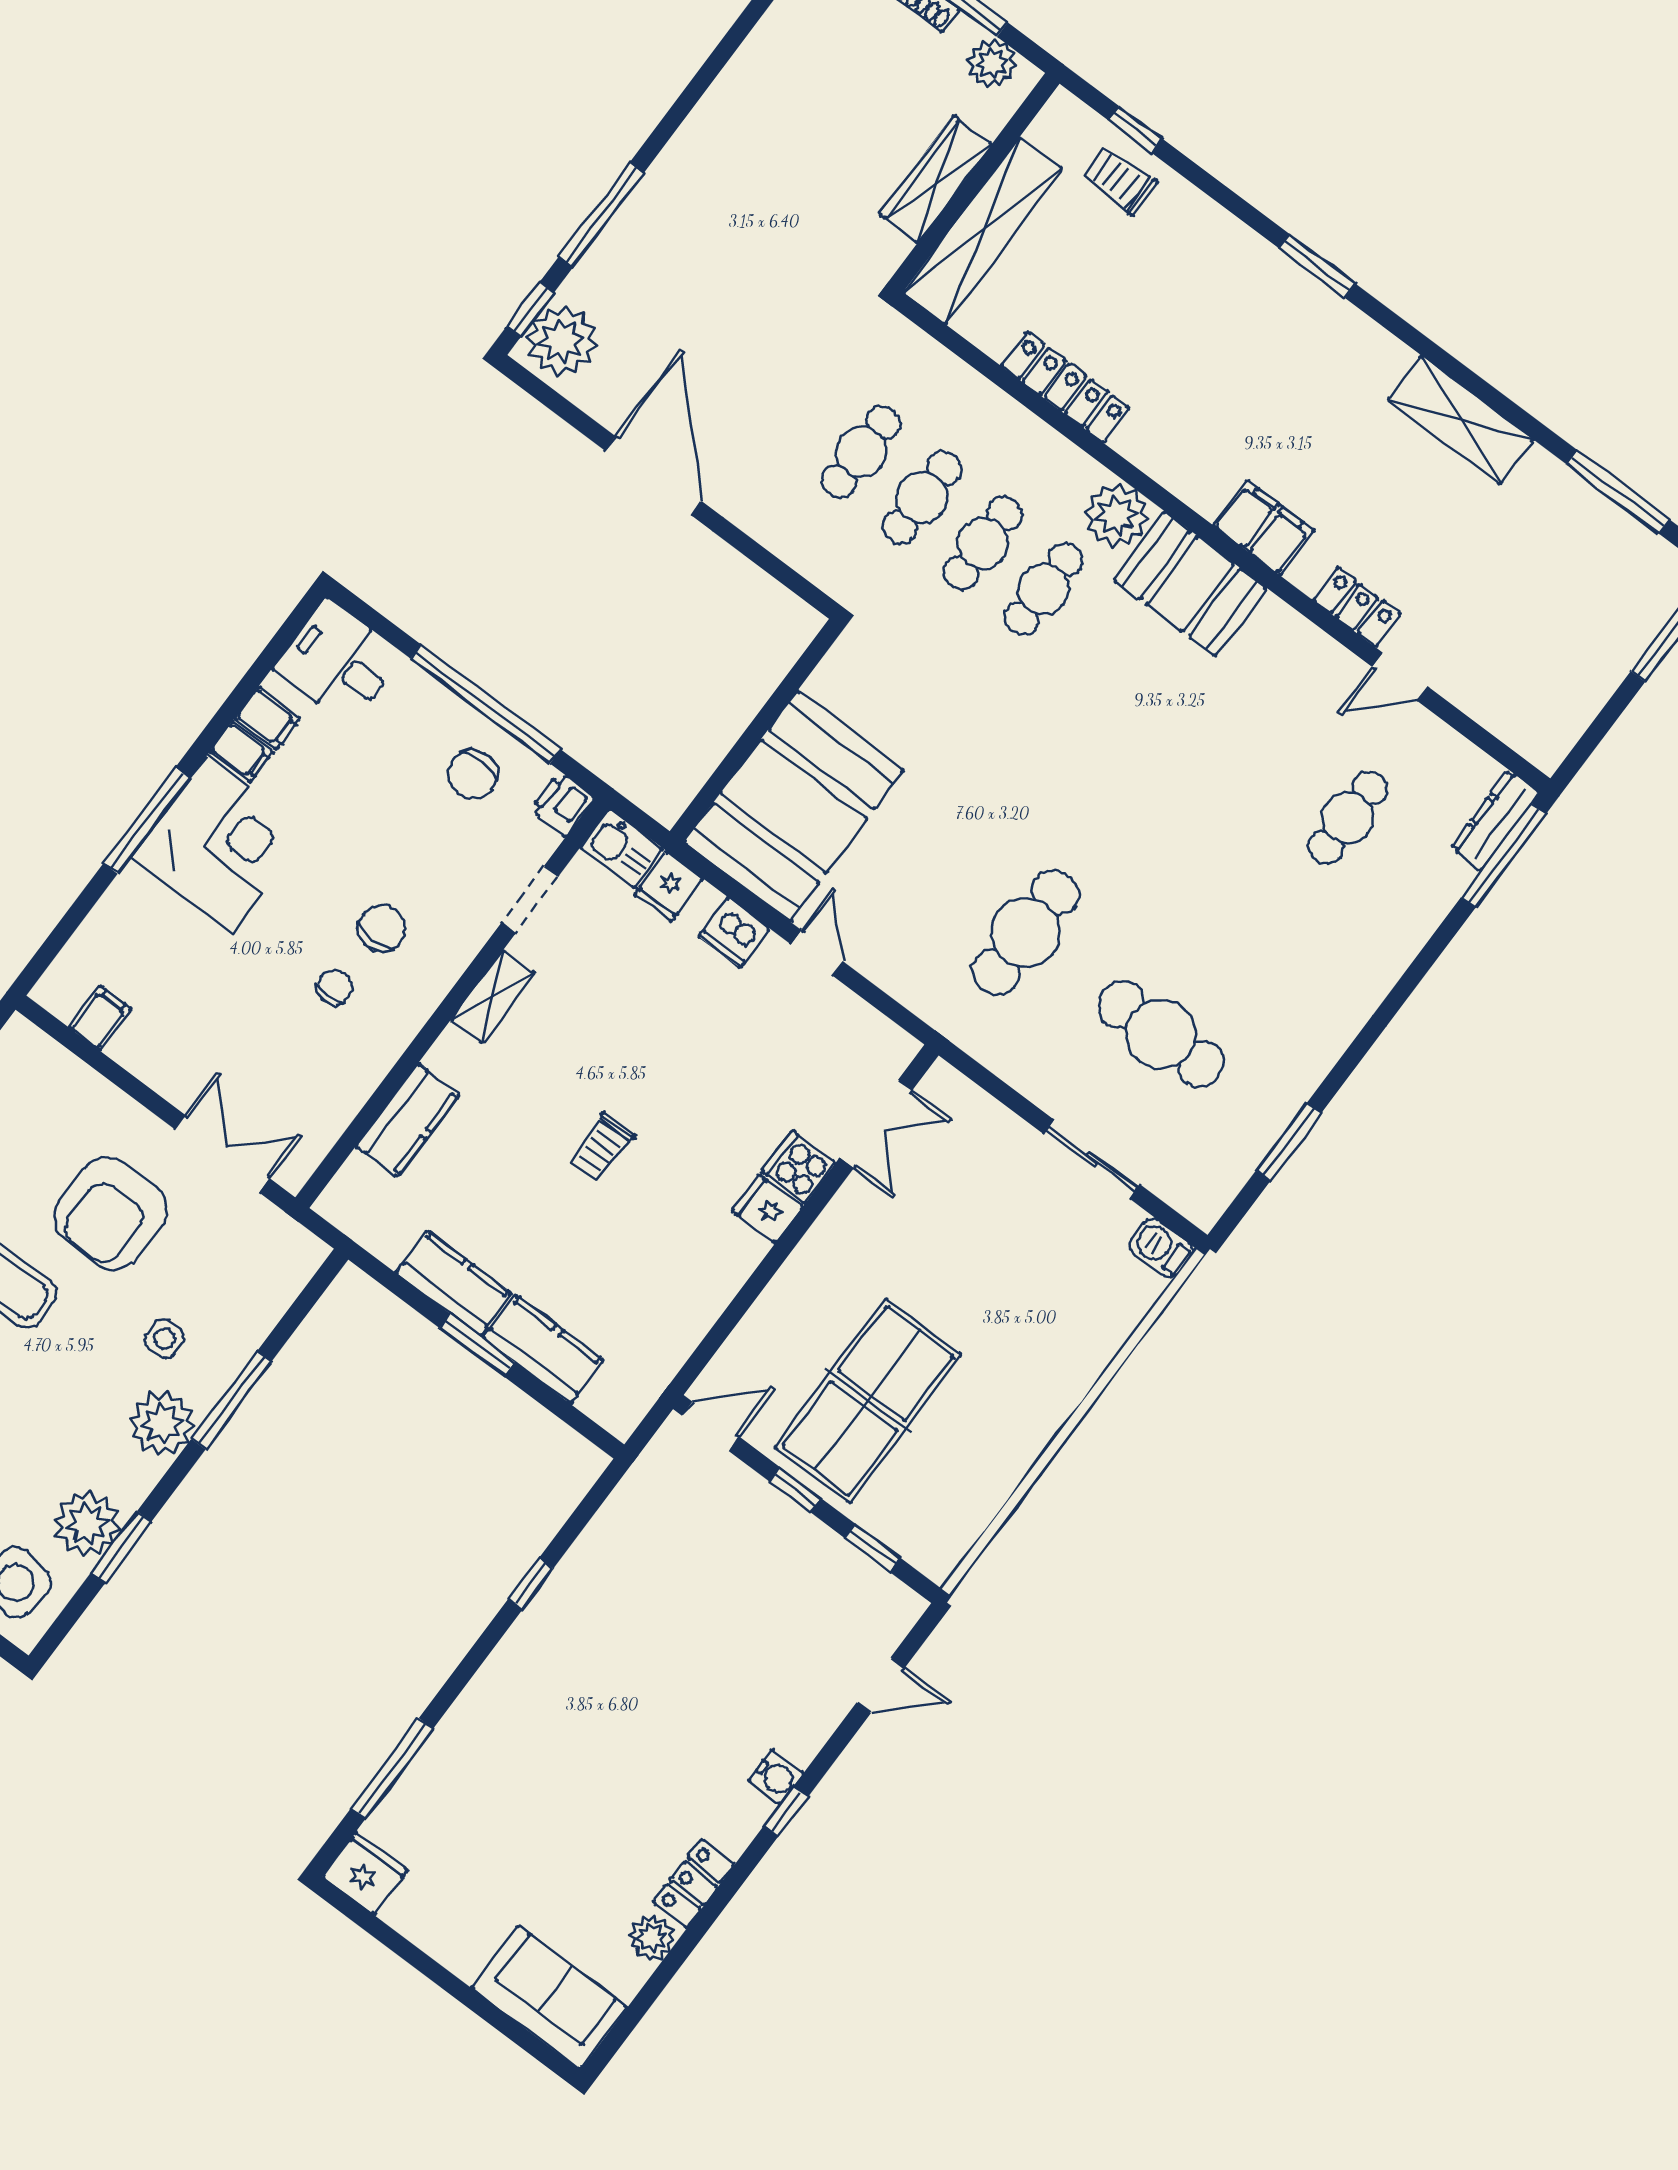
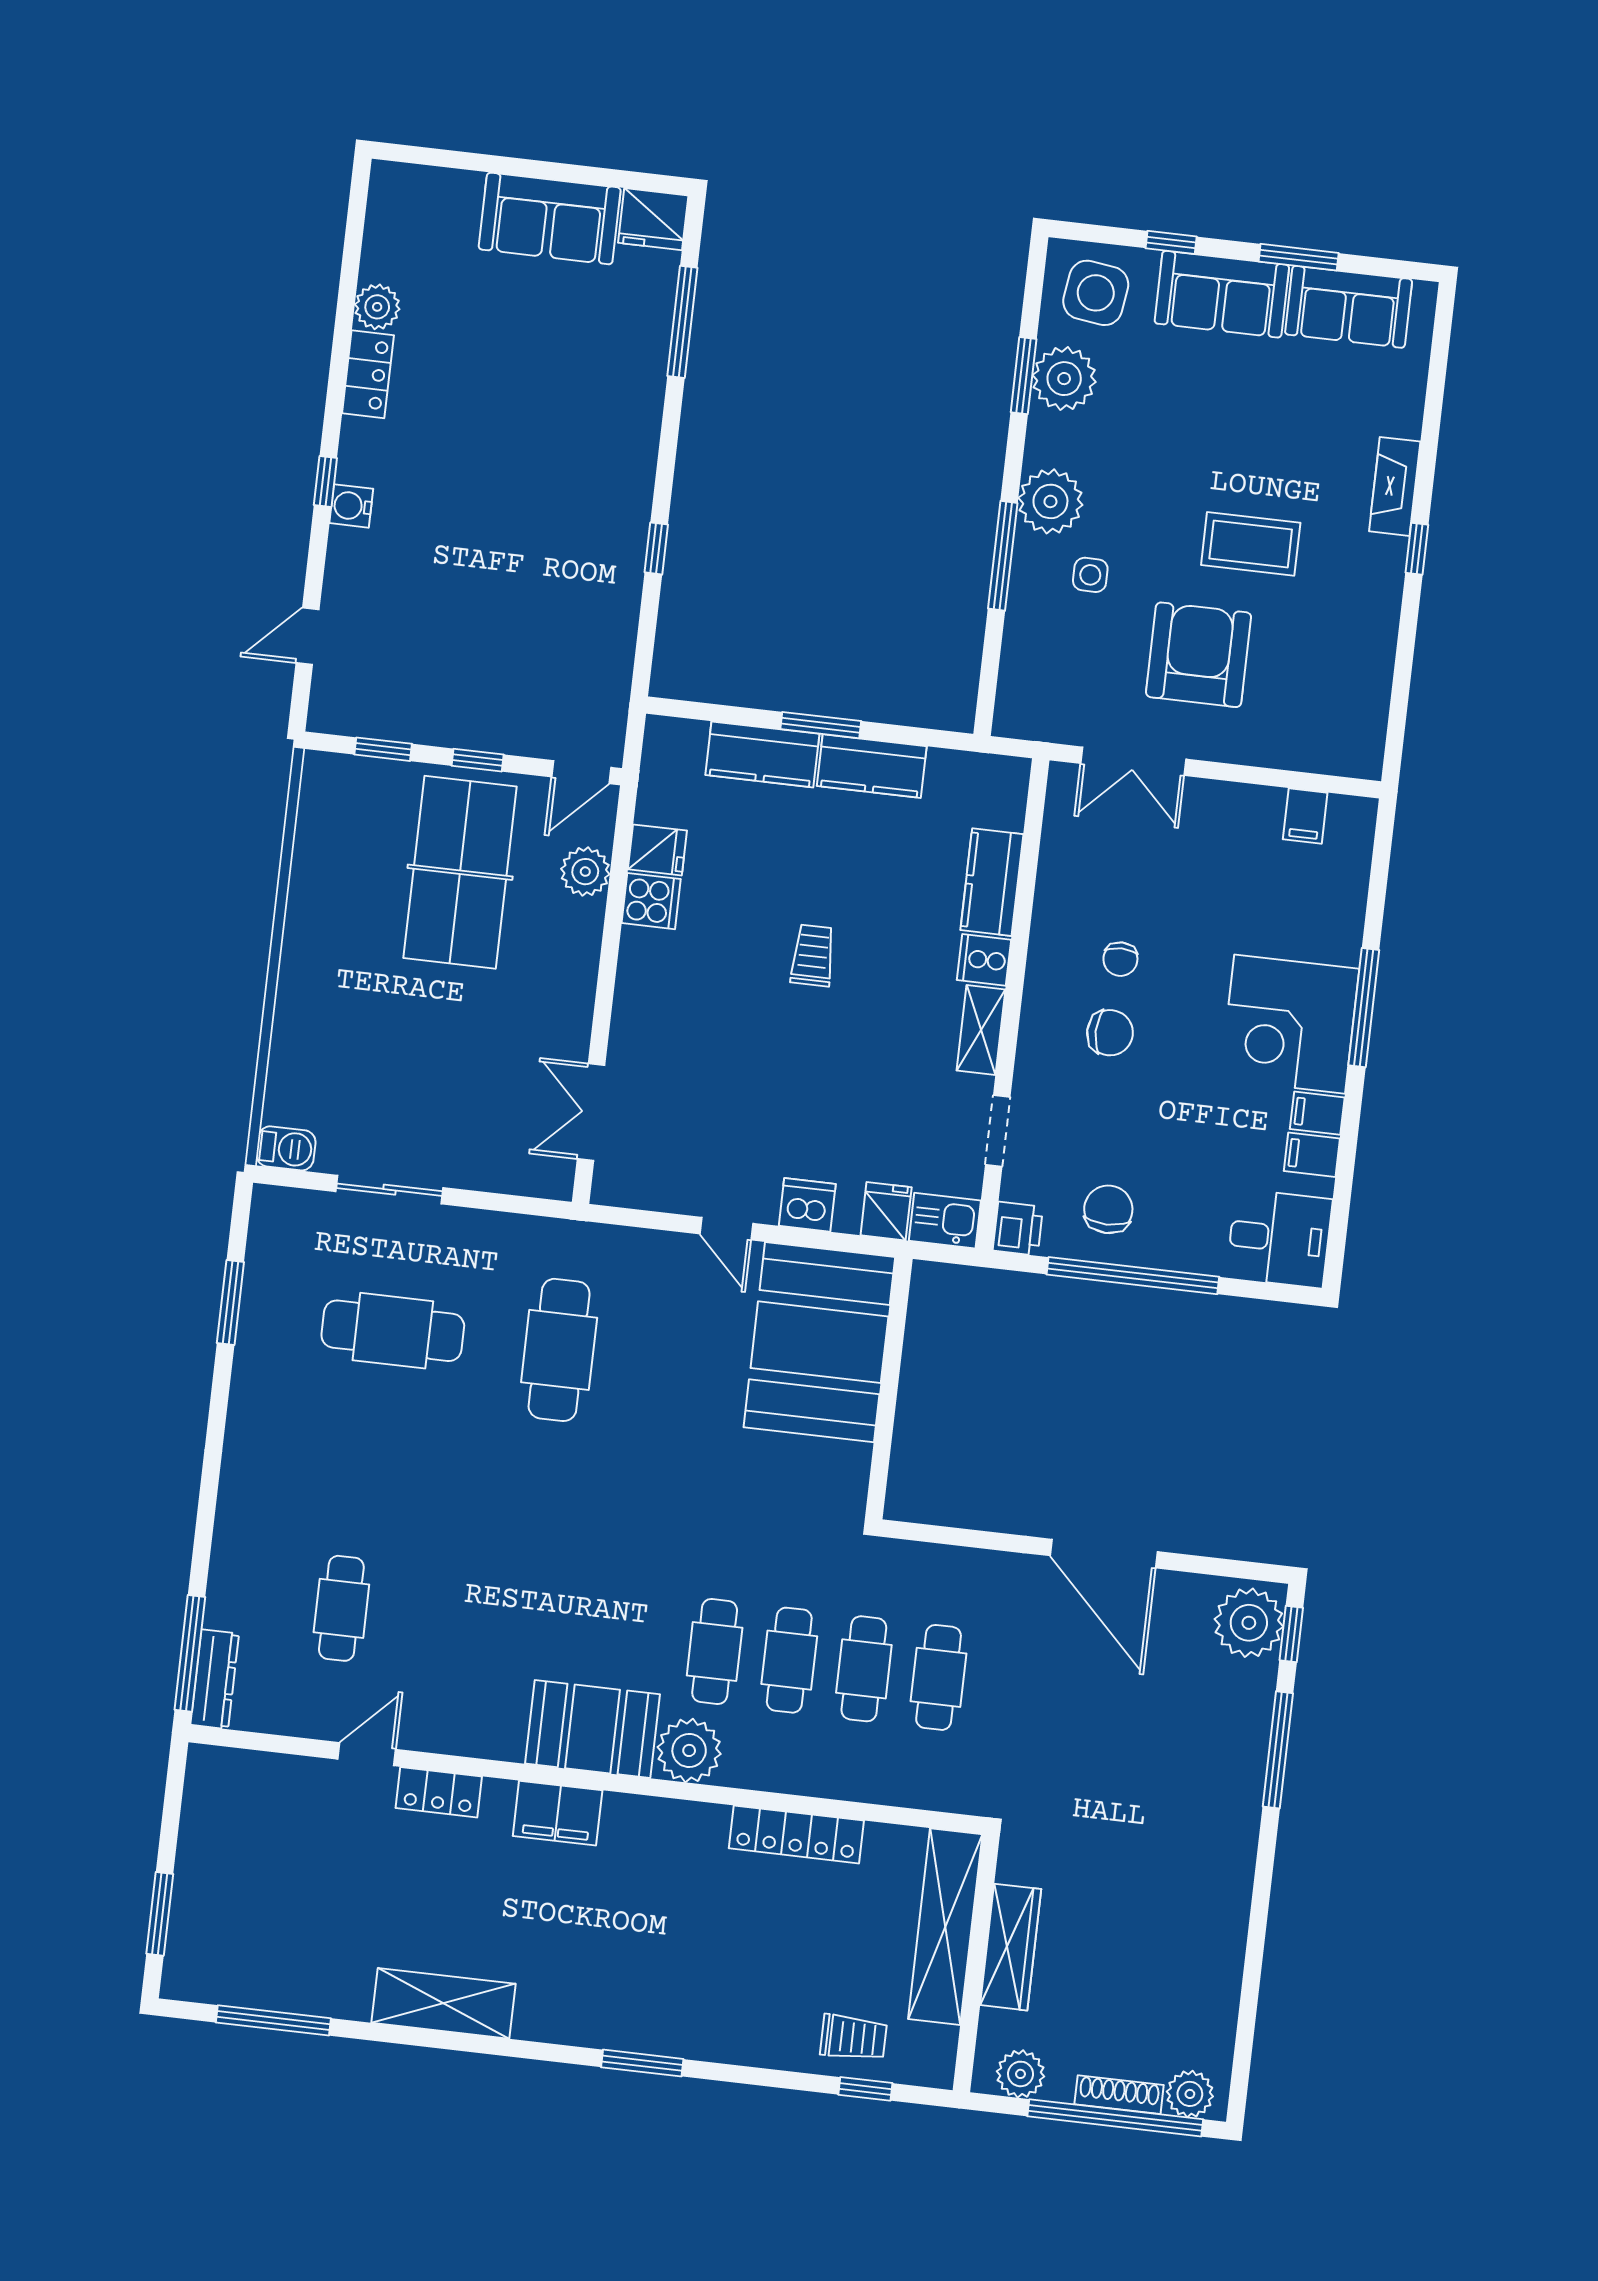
chair: (381, 928) -> (1110, 1033), turned -90
cooker: (454, 1056) -> (984, 960), added
cooker: (799, 1167) -> (651, 901), moved
fridge: (767, 1209) -> (657, 850), moved
plant: (758, 1337) -> (585, 872), added
sofa: (549, 1997) -> (550, 218), moved

